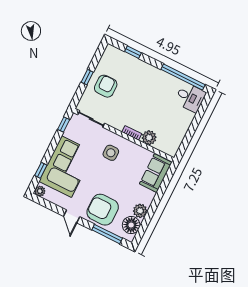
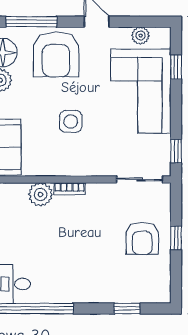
side table: (111, 153) -> (71, 121), moved
plant: (40, 191) -> (141, 36), moved
armchair: (103, 210) -> (56, 54), turned 90

